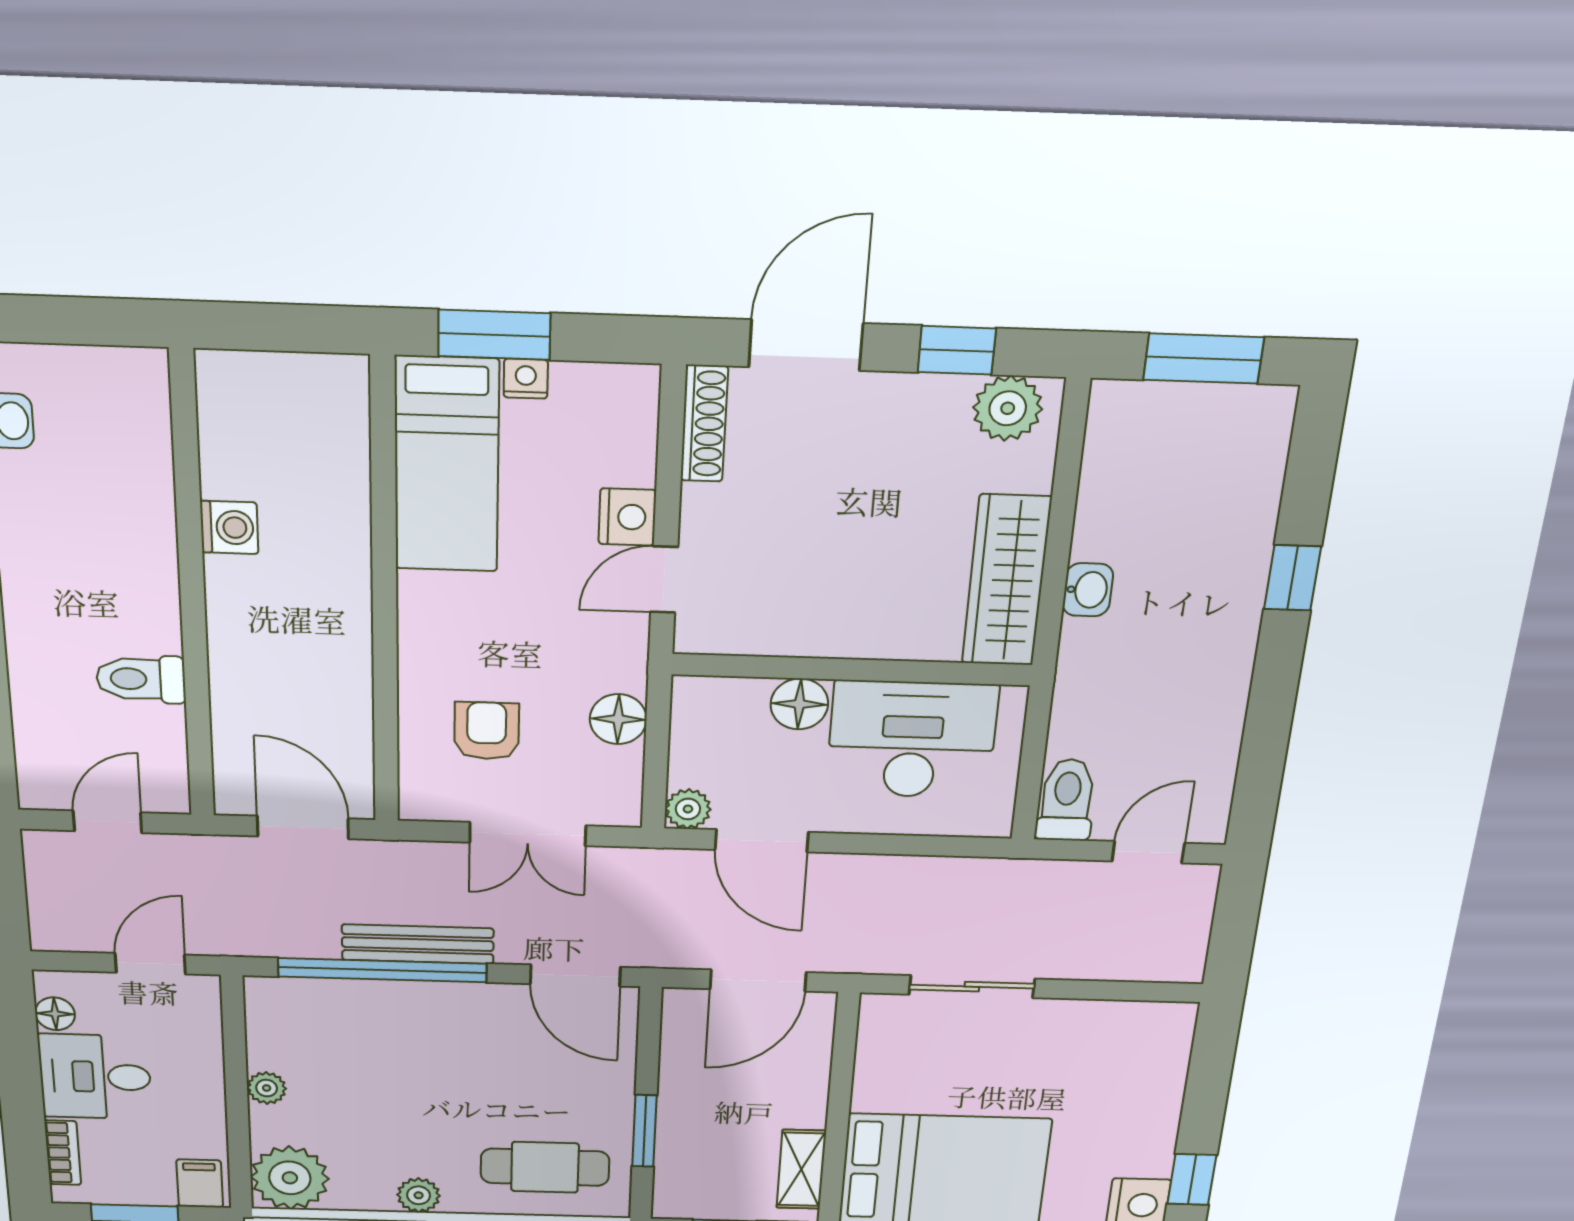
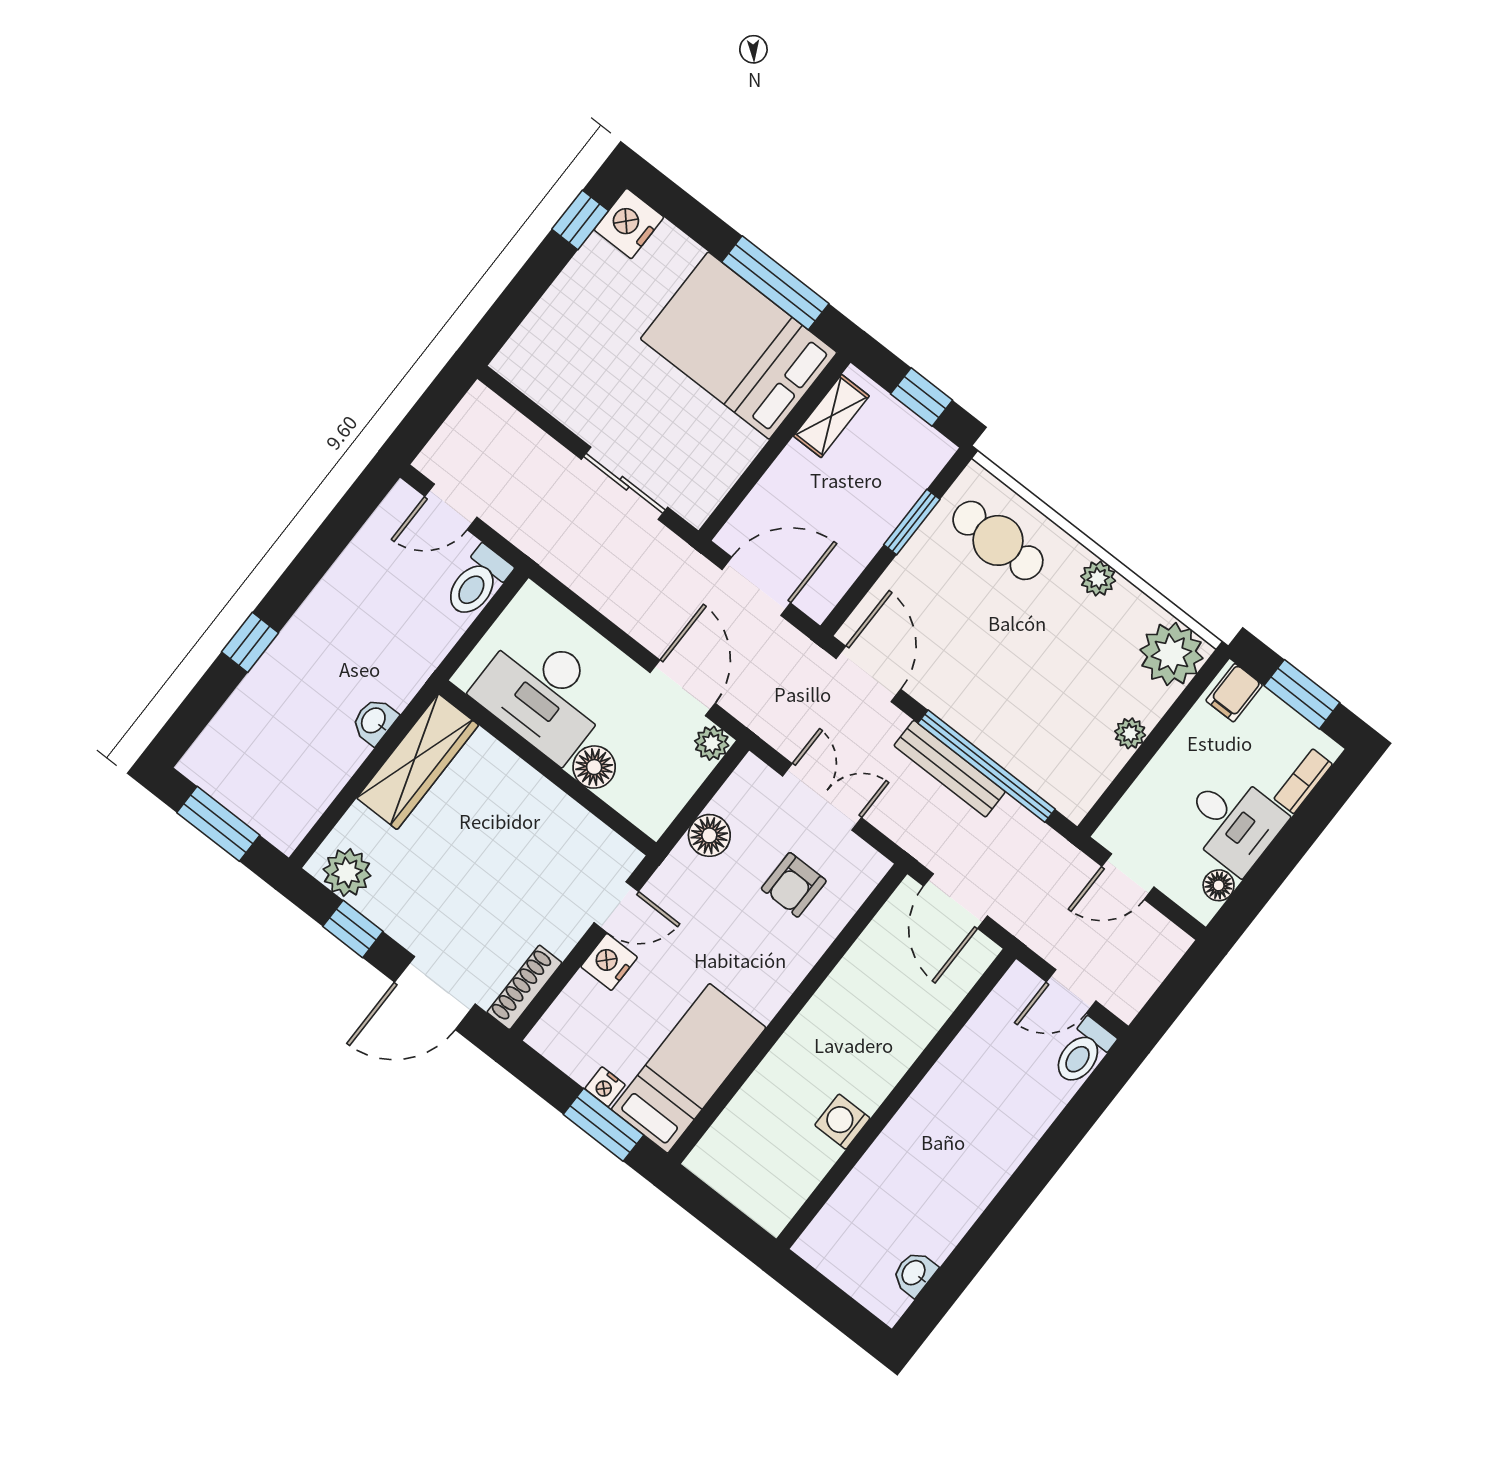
toilet: (141, 679) -> (1083, 1052), moved, turned 90

